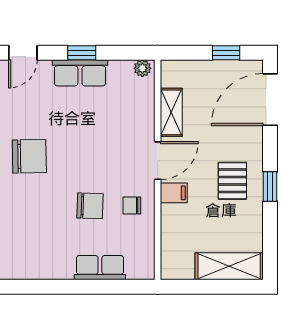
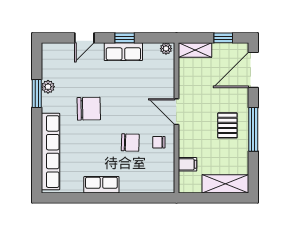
shelving: (171, 112) -> (195, 50), moved, turned 90
door: (158, 161) -> (176, 112), swing flipped
window: (270, 187) -> (253, 129), width x2.17
filing cabinet: (174, 193) -> (187, 164), moved
row of seats: (100, 268) -> (101, 185), moved

